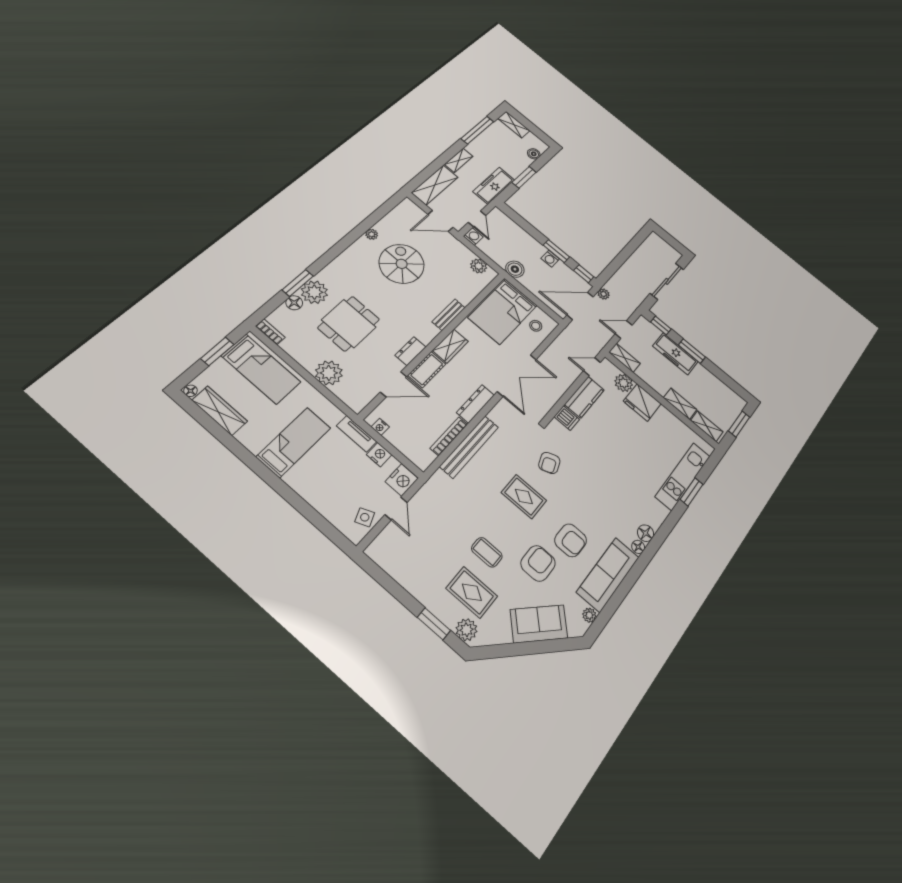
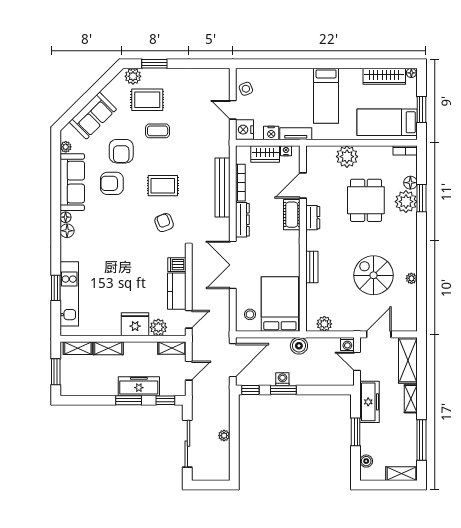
spiral stairs: (402, 264) -> (373, 275), turned 180
plant: (603, 294) -> (224, 436), moved
wardrobe: (450, 346) -> (265, 154), moved, turned -90

